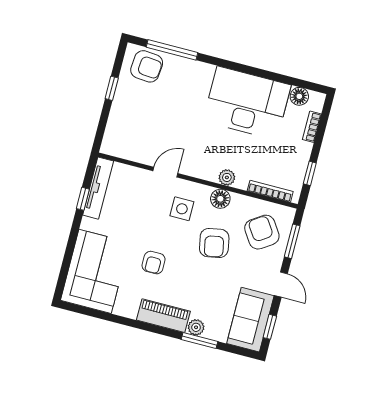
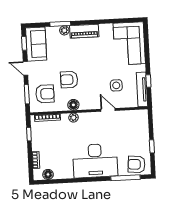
desk: (247, 103) -> (95, 161), moved
door: (165, 172) -> (108, 110), swing flipped
side table: (182, 209) -> (116, 85), moved
armchair: (262, 232) -> (45, 94), turned -56
armchair: (214, 243) -> (69, 80), turned -79
armchair: (154, 263) -> (99, 58), removed

